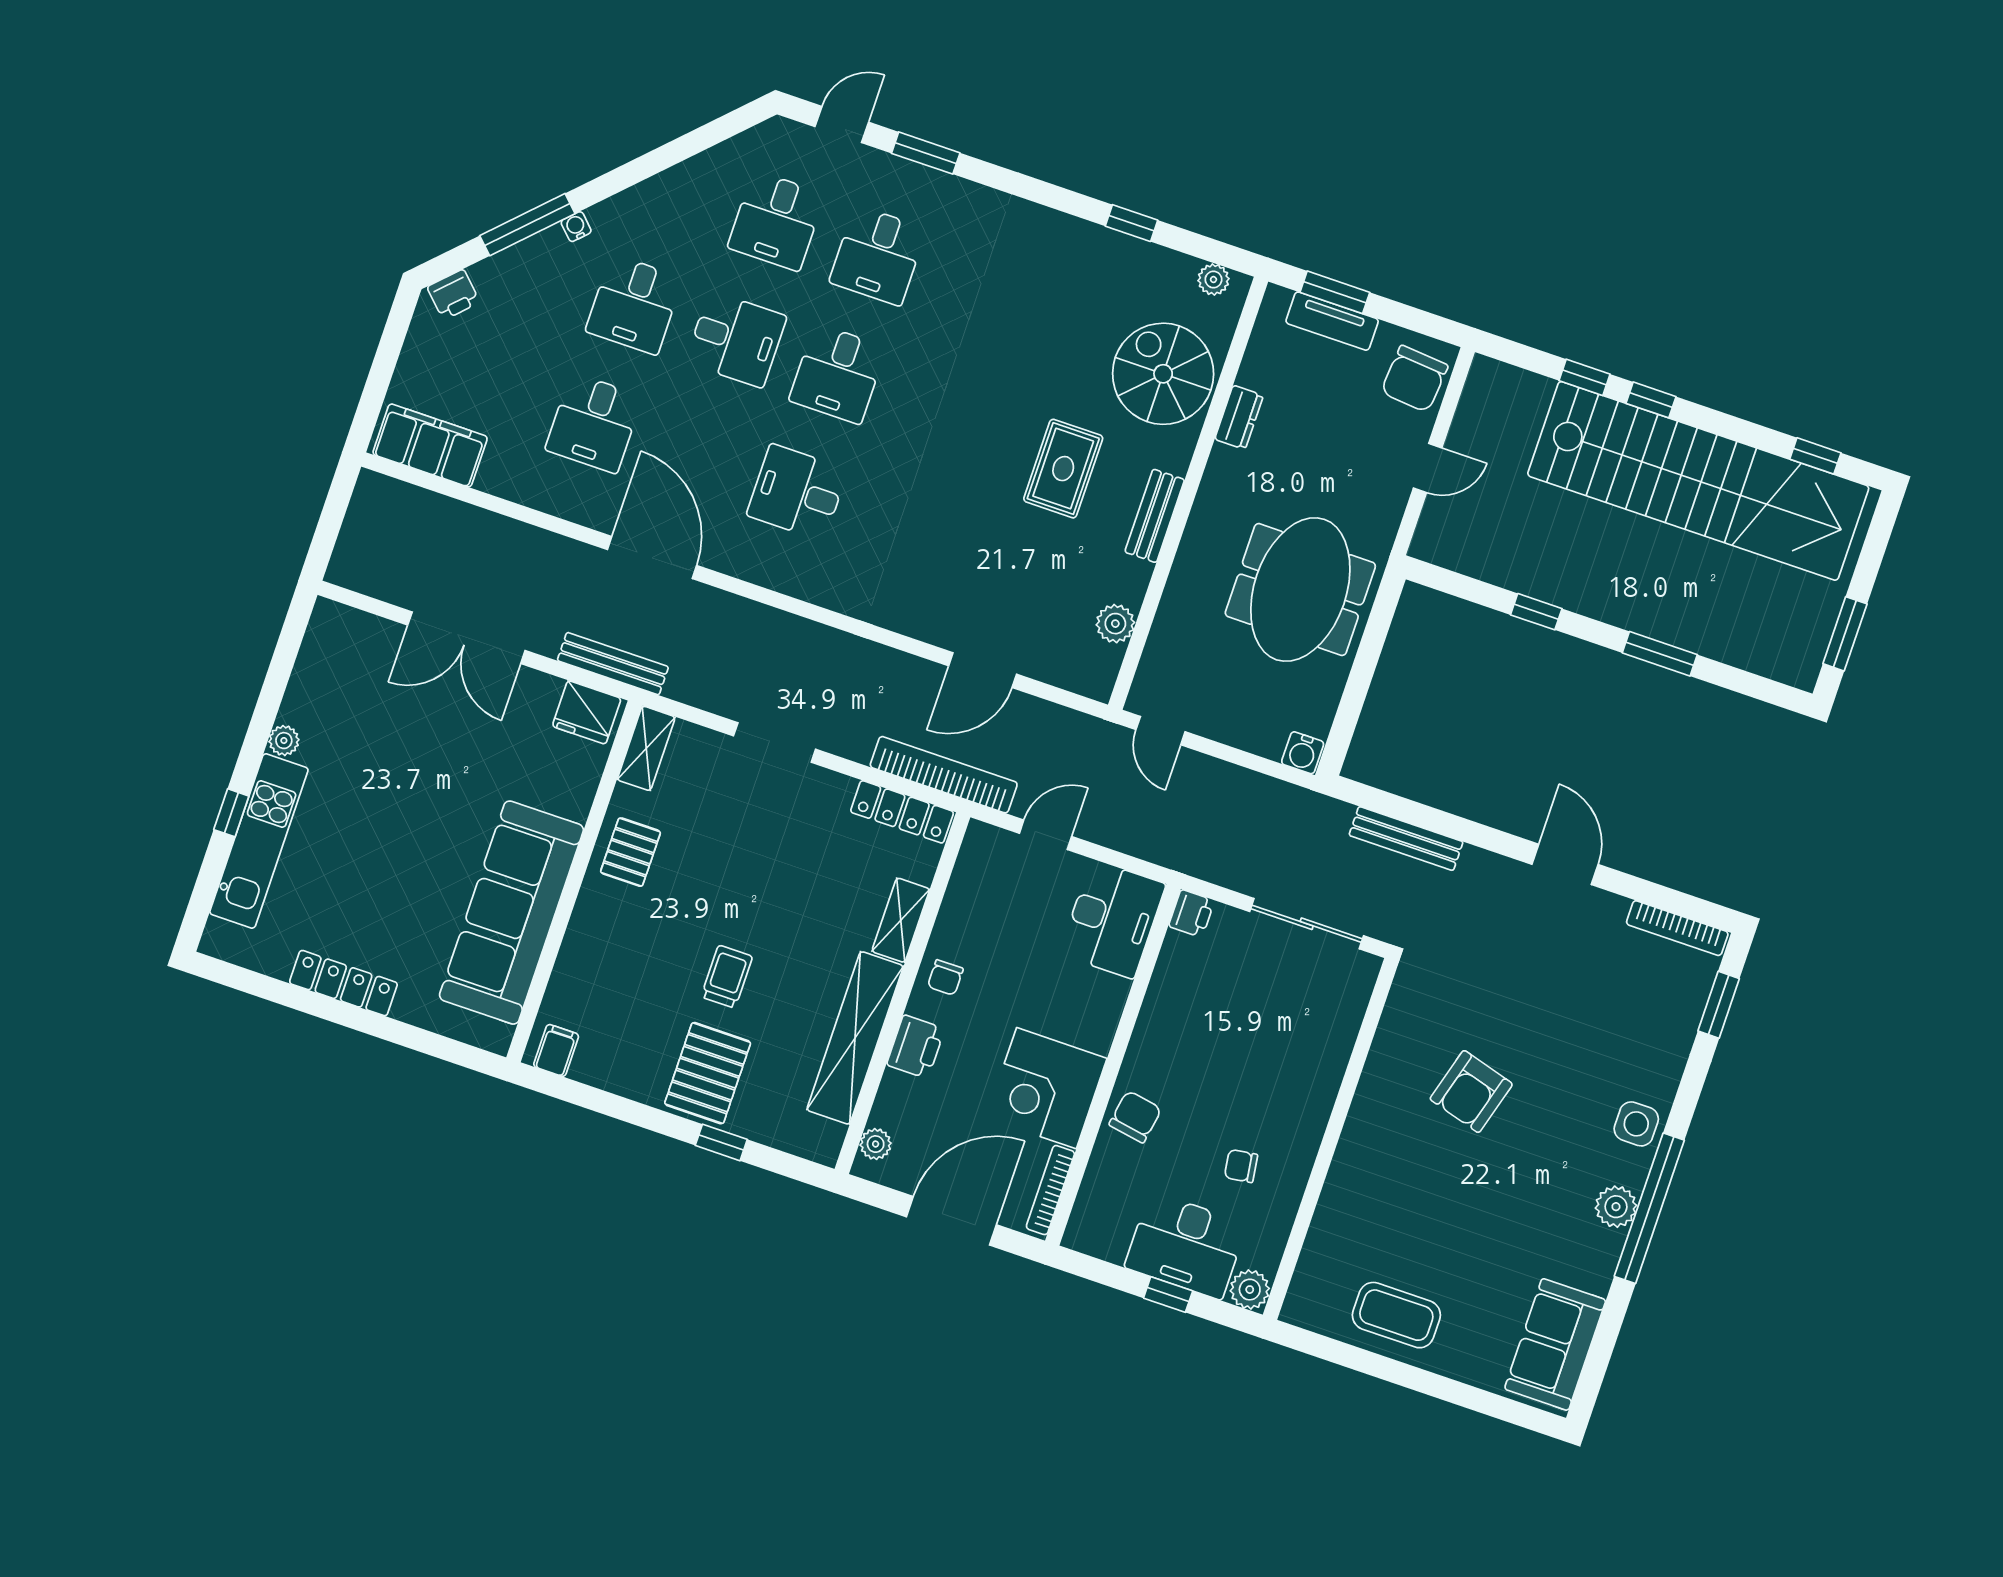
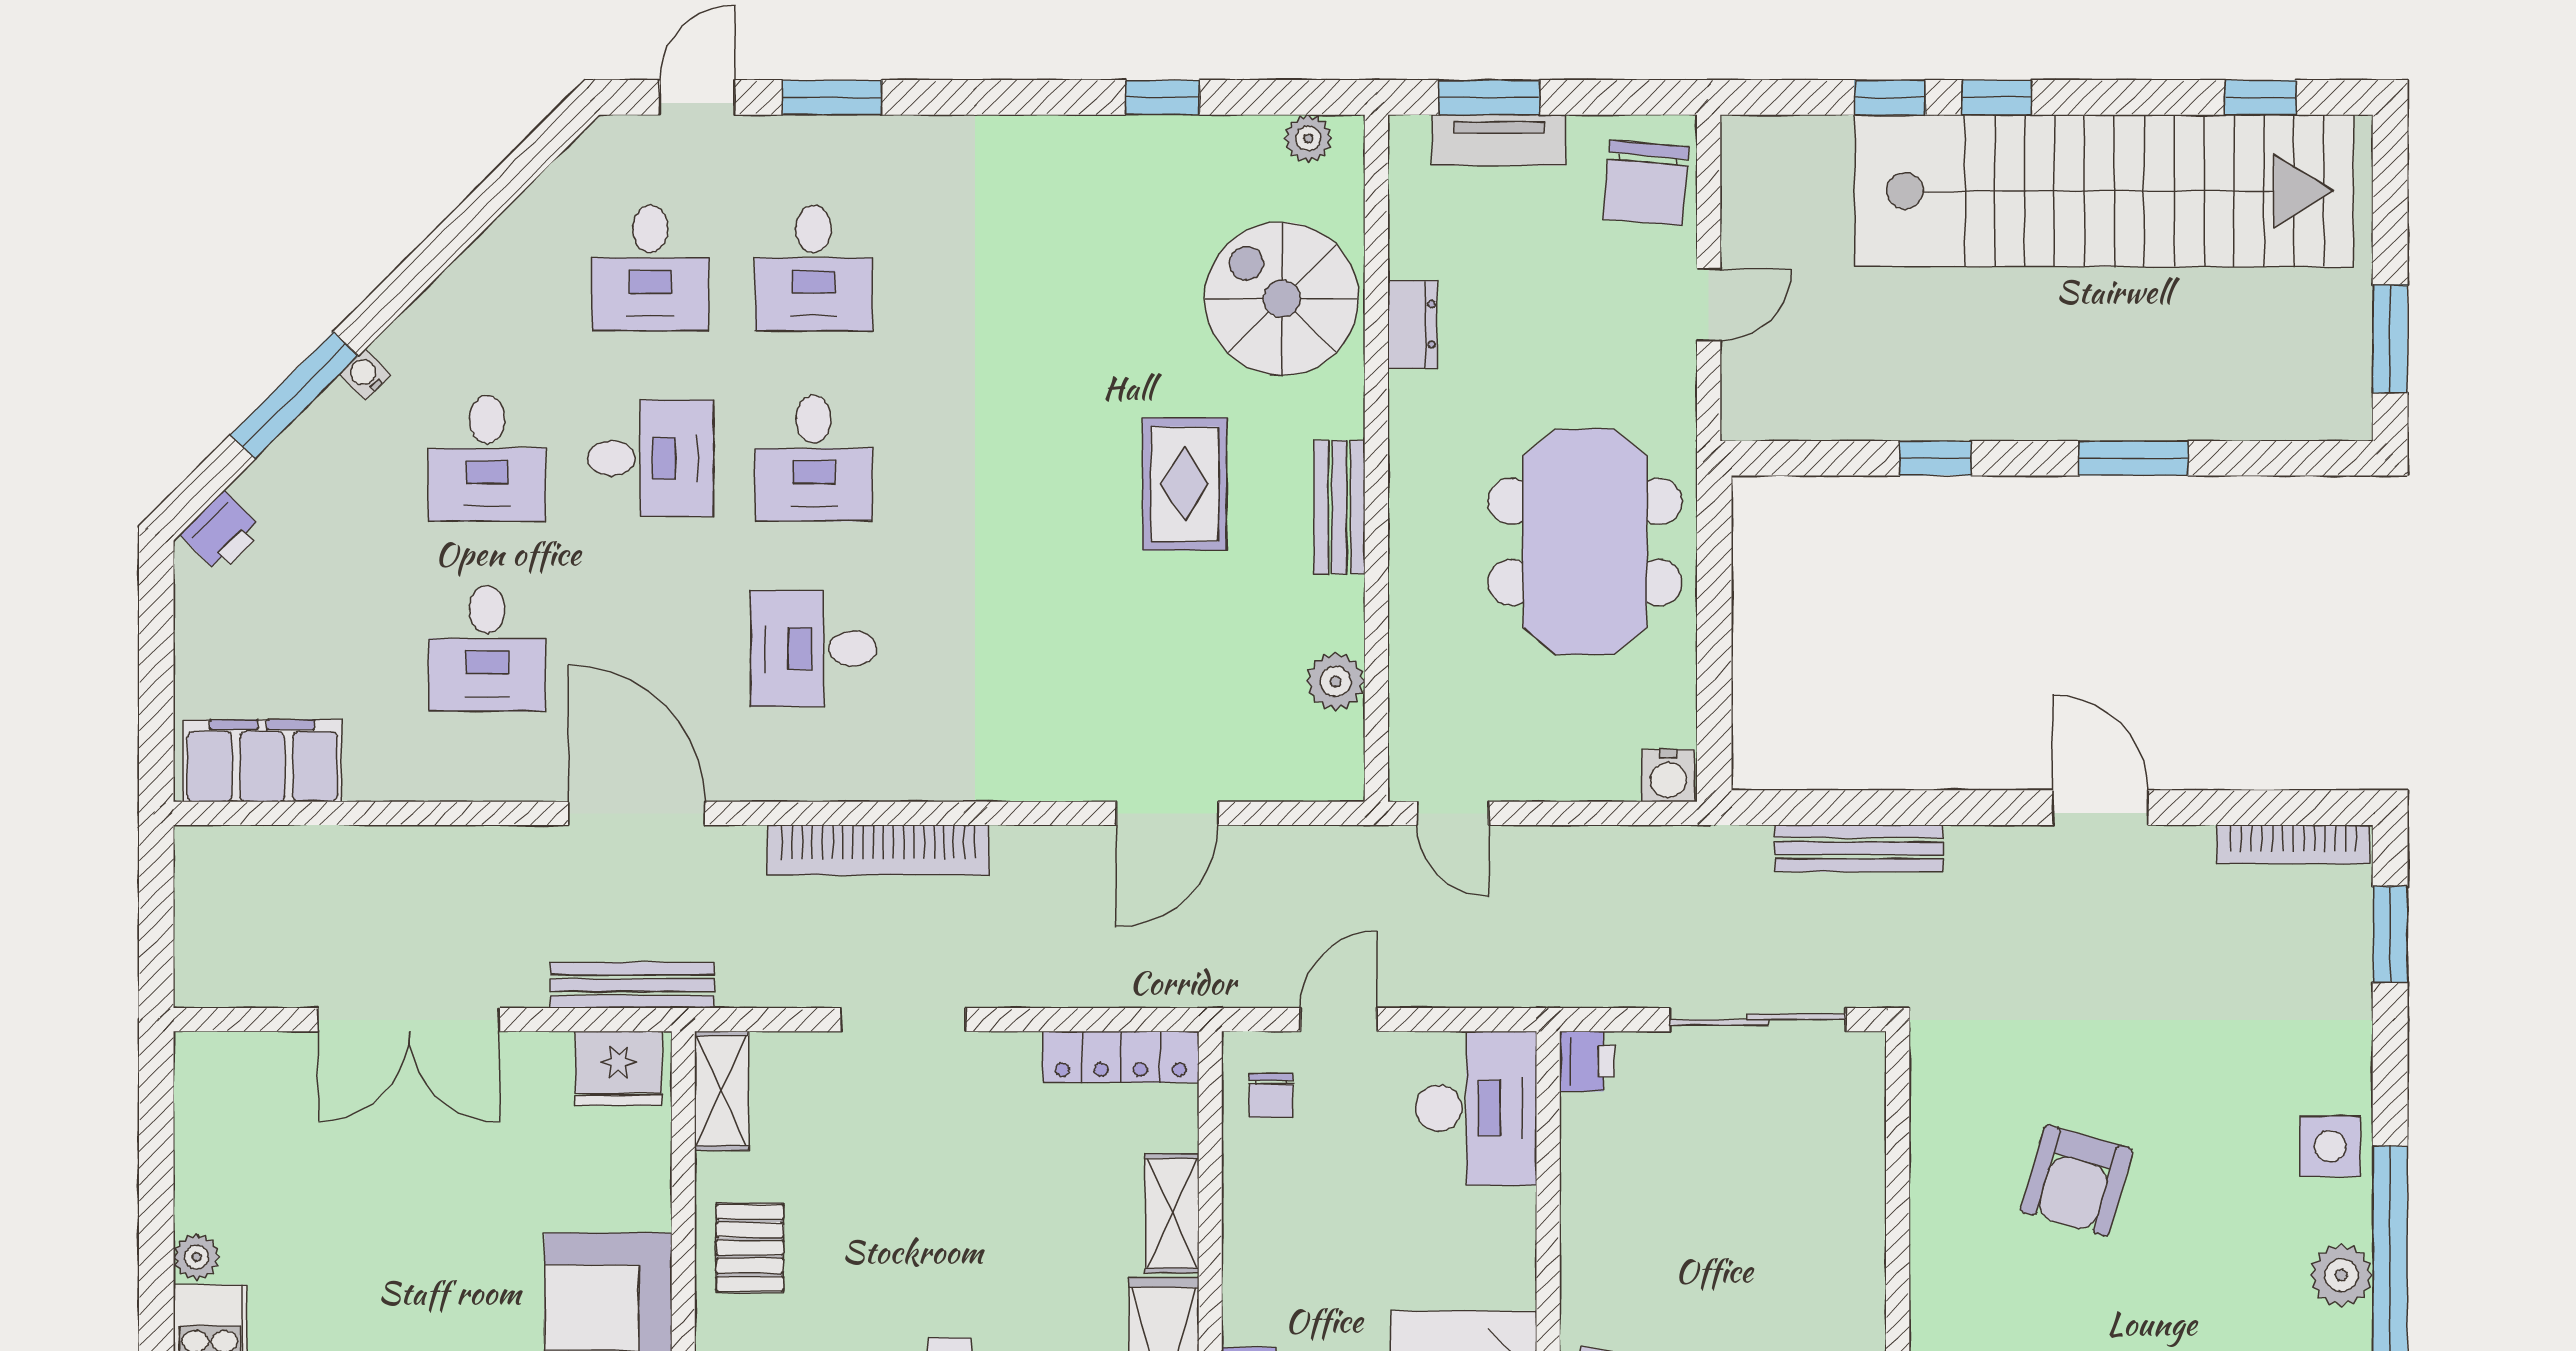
bookcase: (944, 775) -> (878, 850), moved, turned 180
chair: (945, 978) -> (1271, 1096), moved

